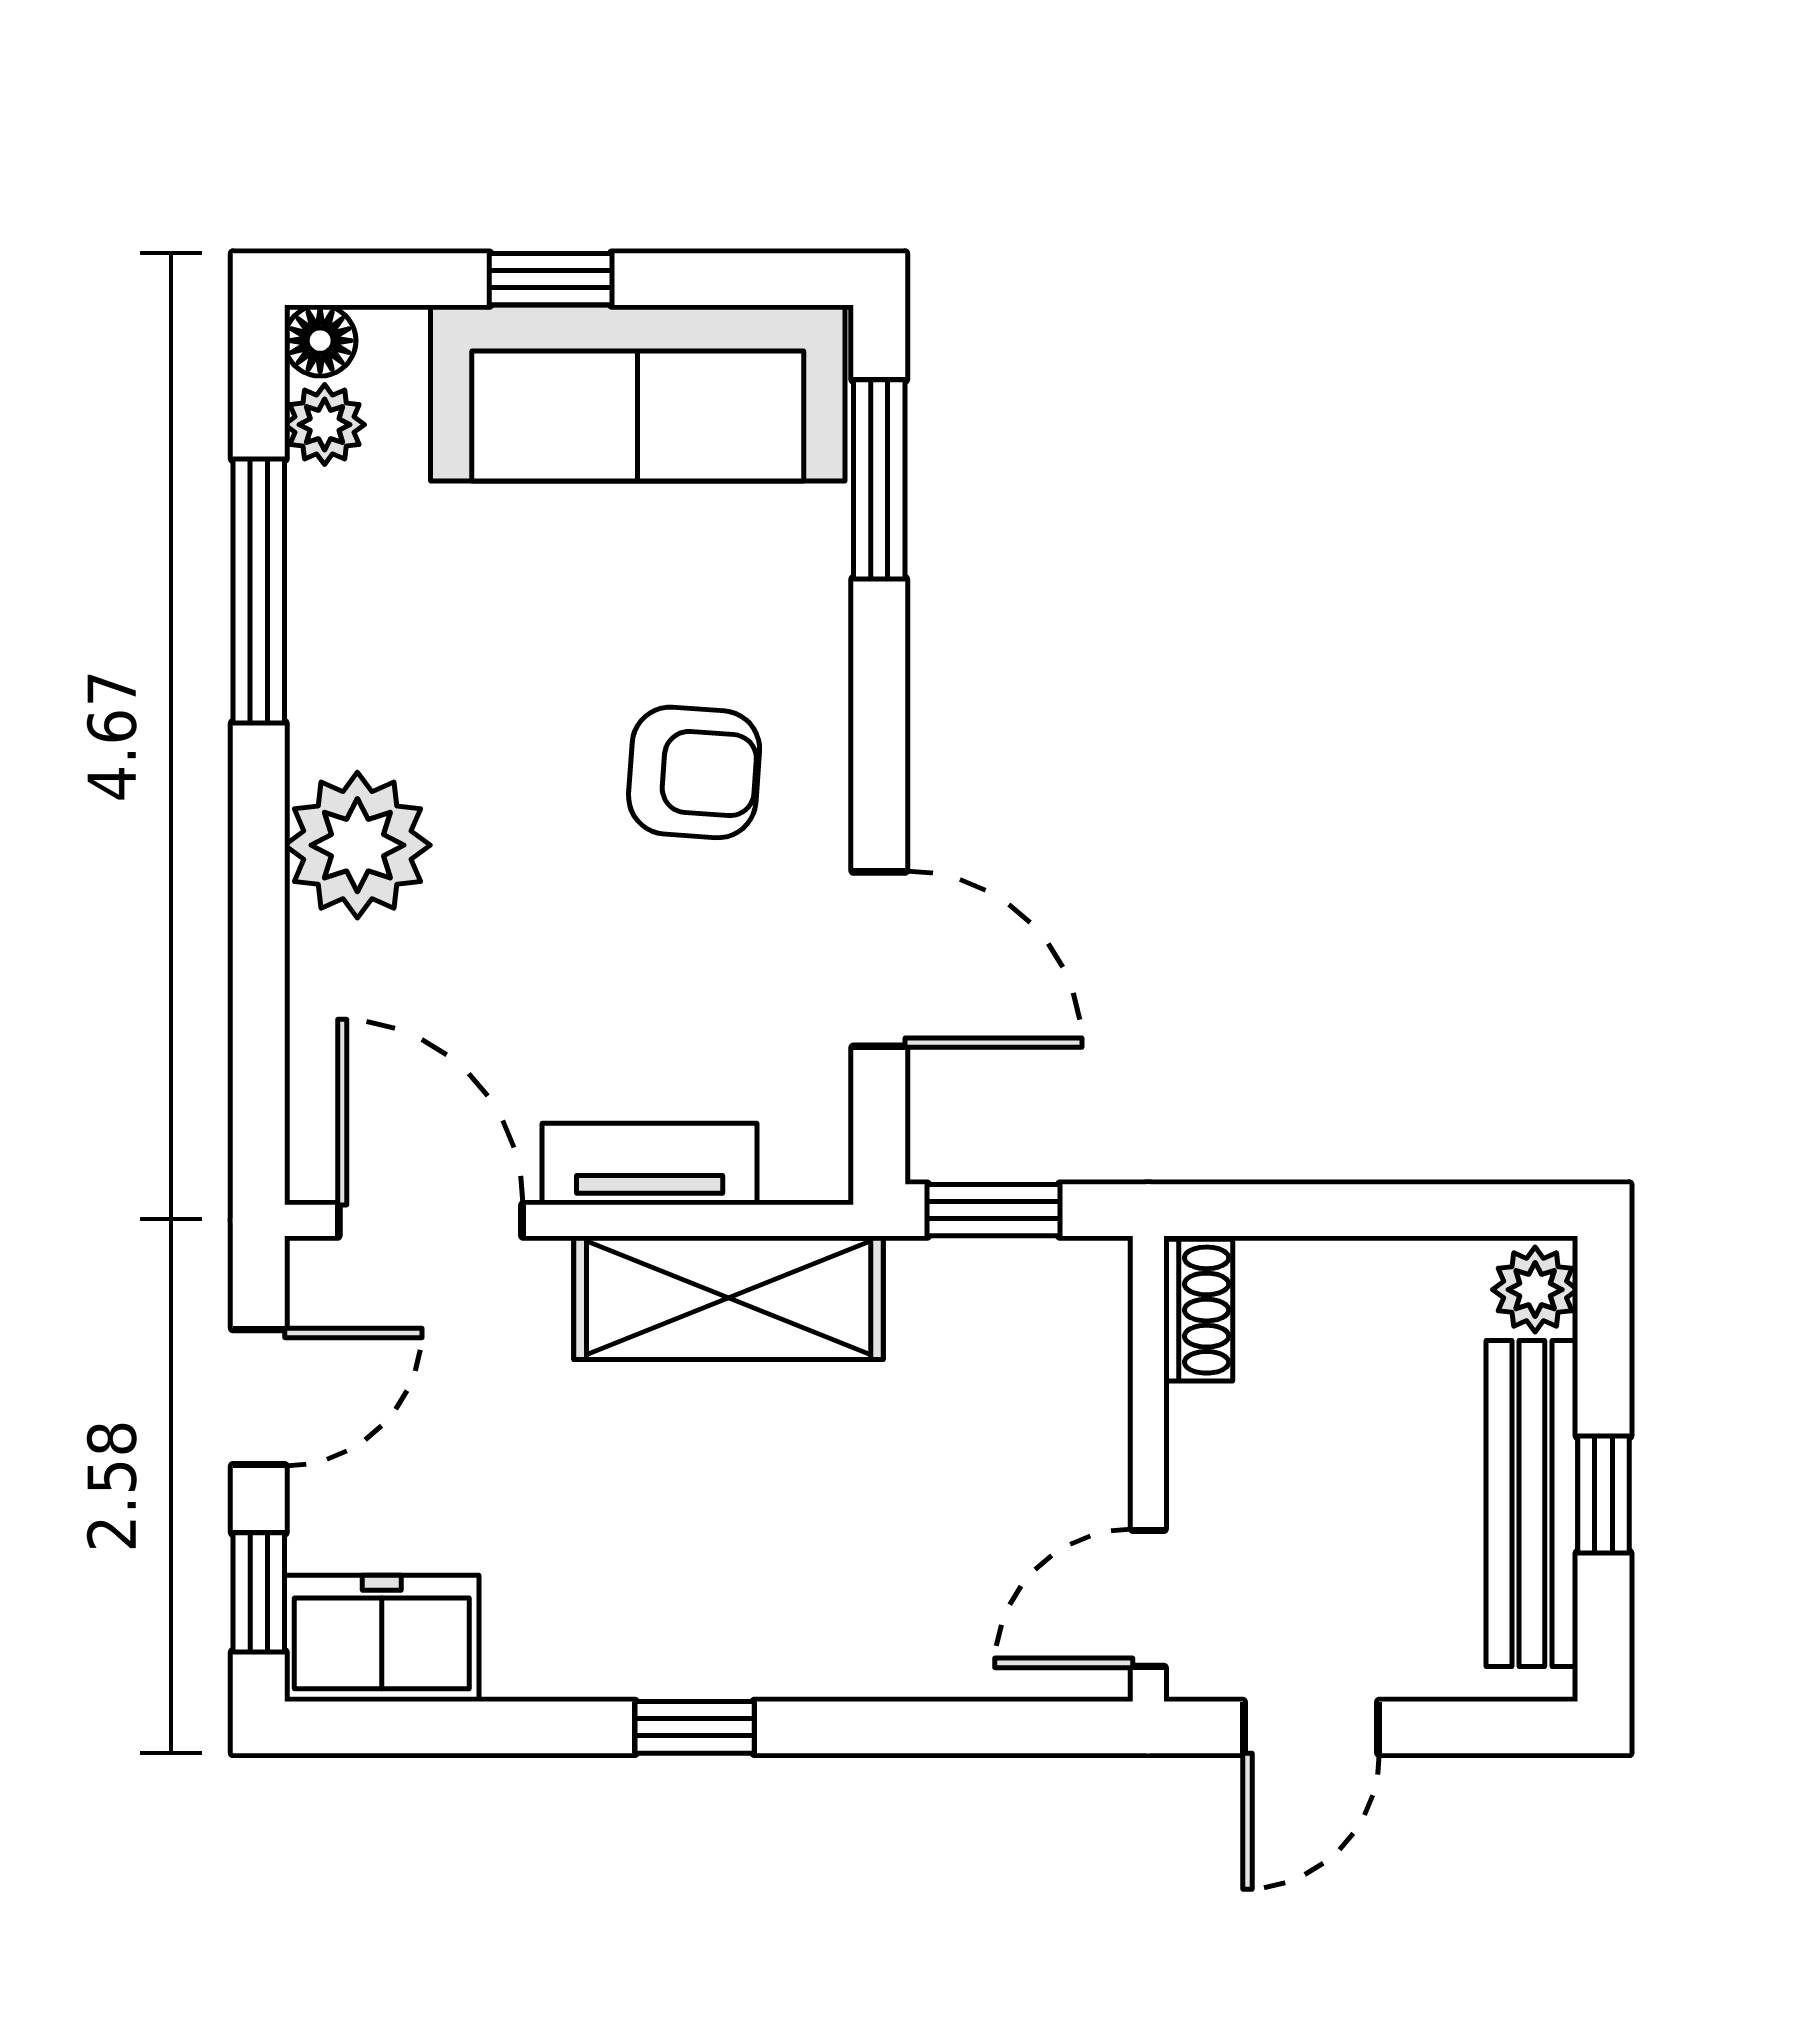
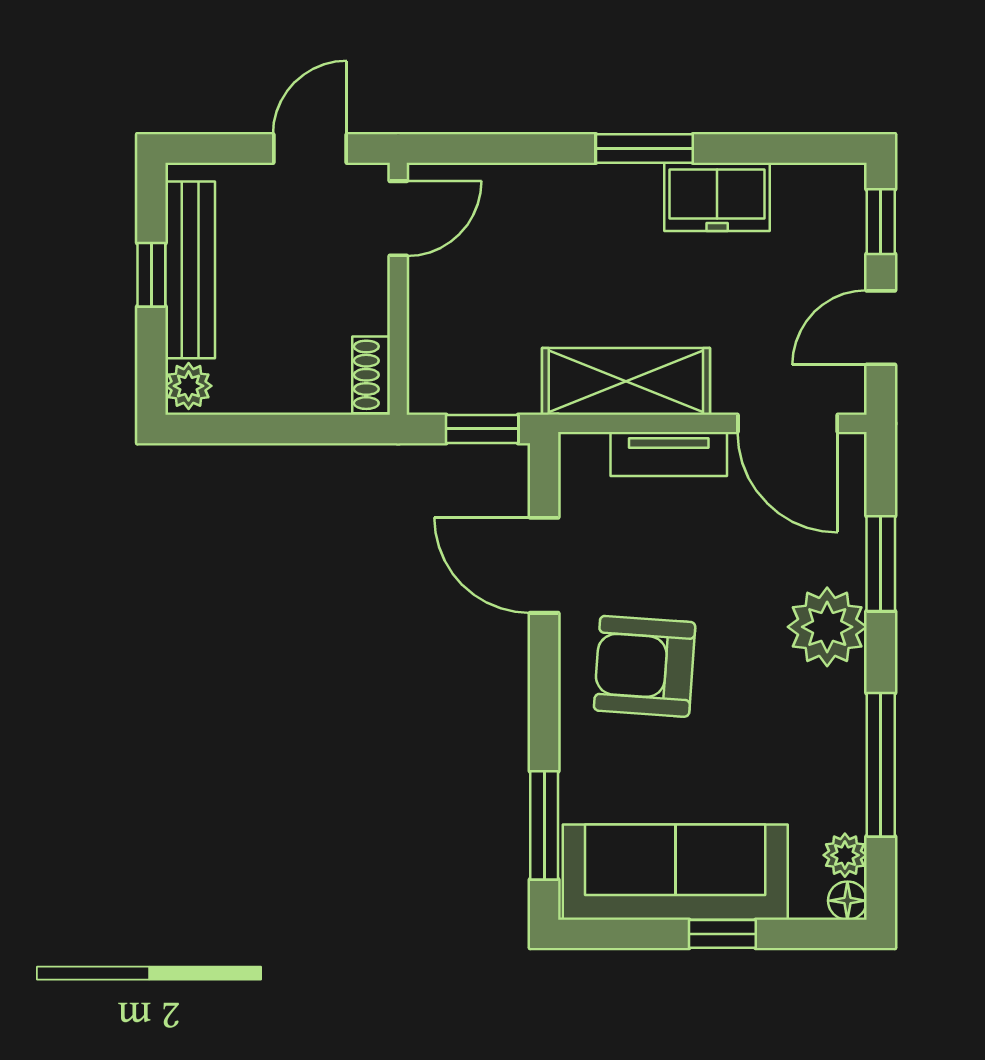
armchair: (694, 772) -> (645, 666), width x1.38, depth x1.38
window: (259, 962) -> (881, 564), added
freezer: (382, 1638) -> (717, 197), moved
window: (695, 1727) -> (644, 148), width x1.50

